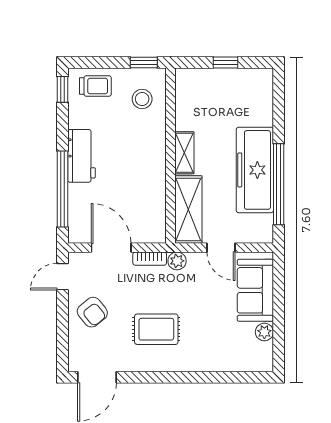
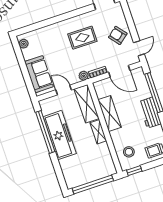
window: (226, 63) -> (93, 185), width x3.17
shelving: (154, 178) -> (110, 114), added
plant: (264, 332) -> (24, 44), moved

